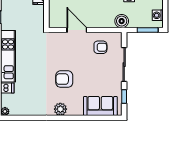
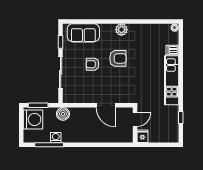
door: (46, 15) -> (135, 119), added
washing machine: (158, 15) -> (33, 119), width x1.89, depth x1.89
armchair: (100, 47) -> (92, 64), moved

